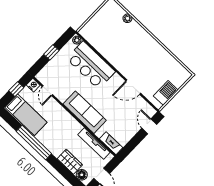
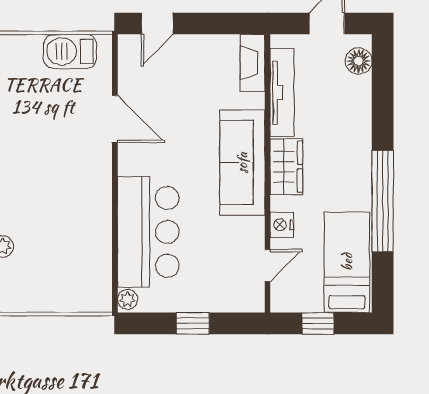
nightstand: (33, 85) -> (282, 225), moved
wardrobe: (70, 162) -> (286, 167), moved, turned 180

